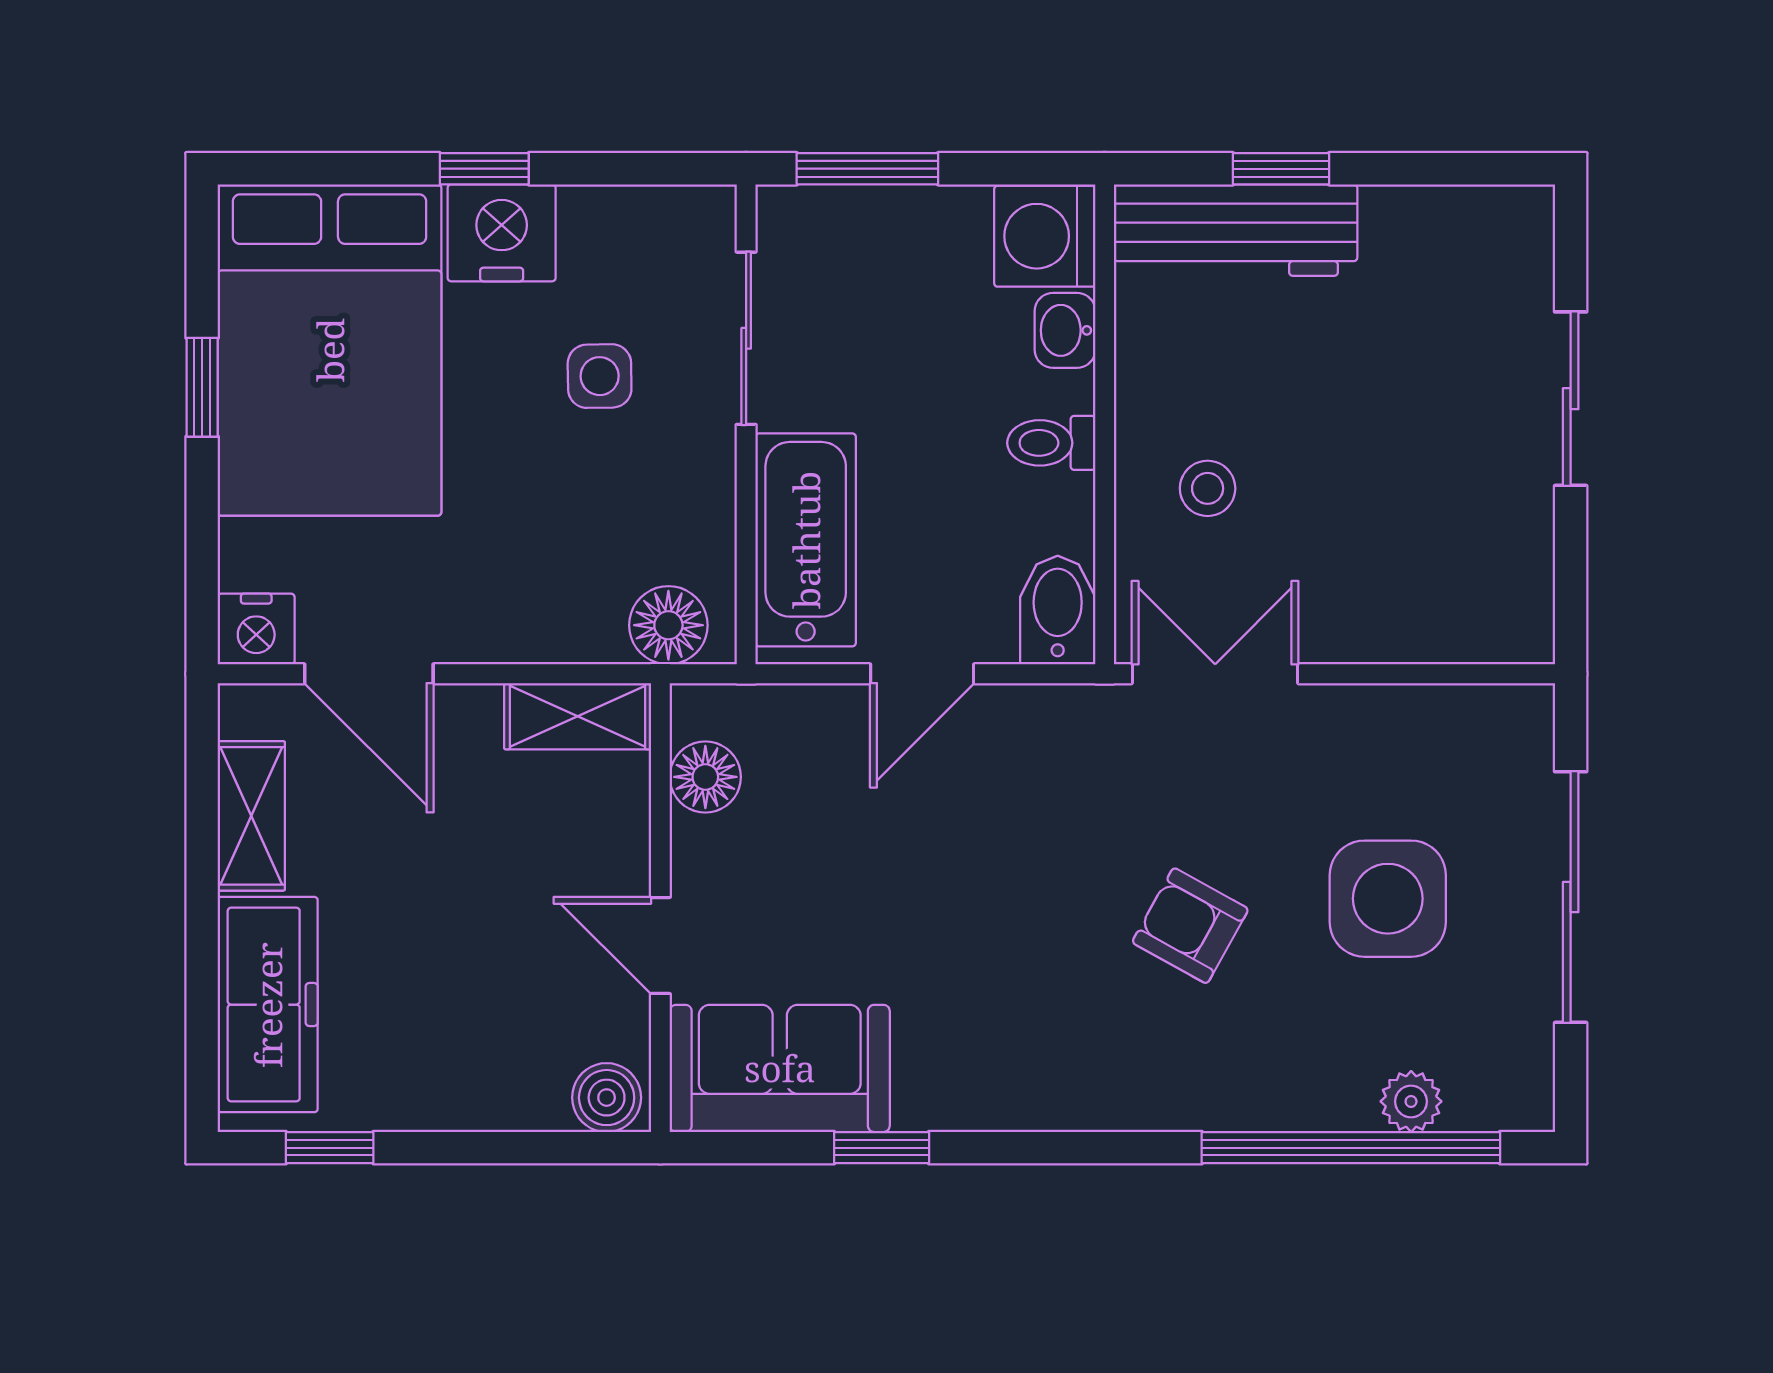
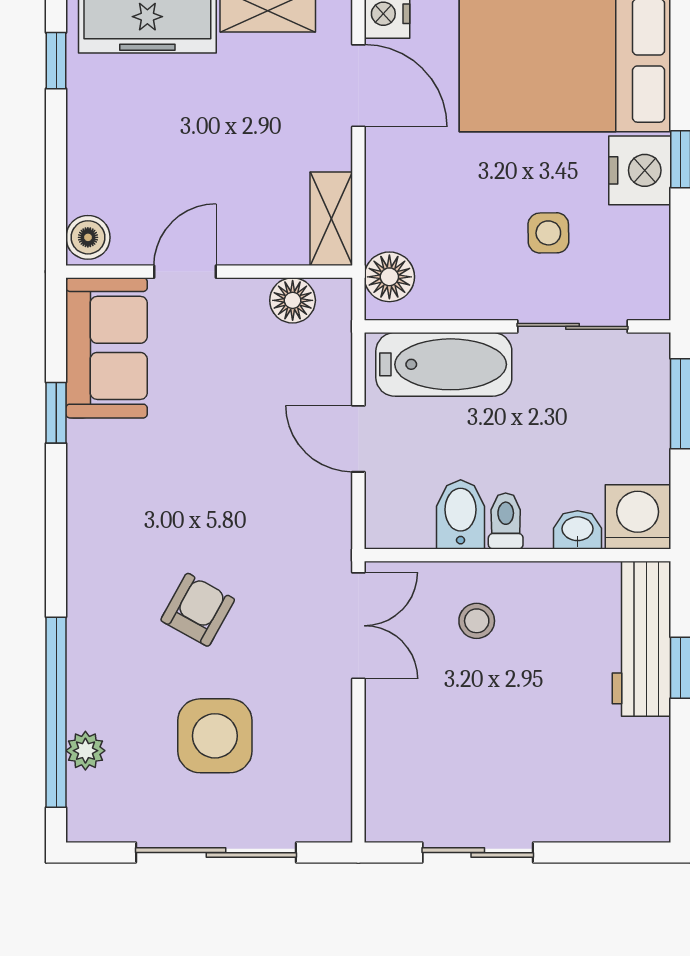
sliding door: (1571, 399) -> (478, 853), moved
bidet: (1058, 610) -> (461, 514), moved, turned -90
door: (369, 674) -> (358, 86), swing flipped

